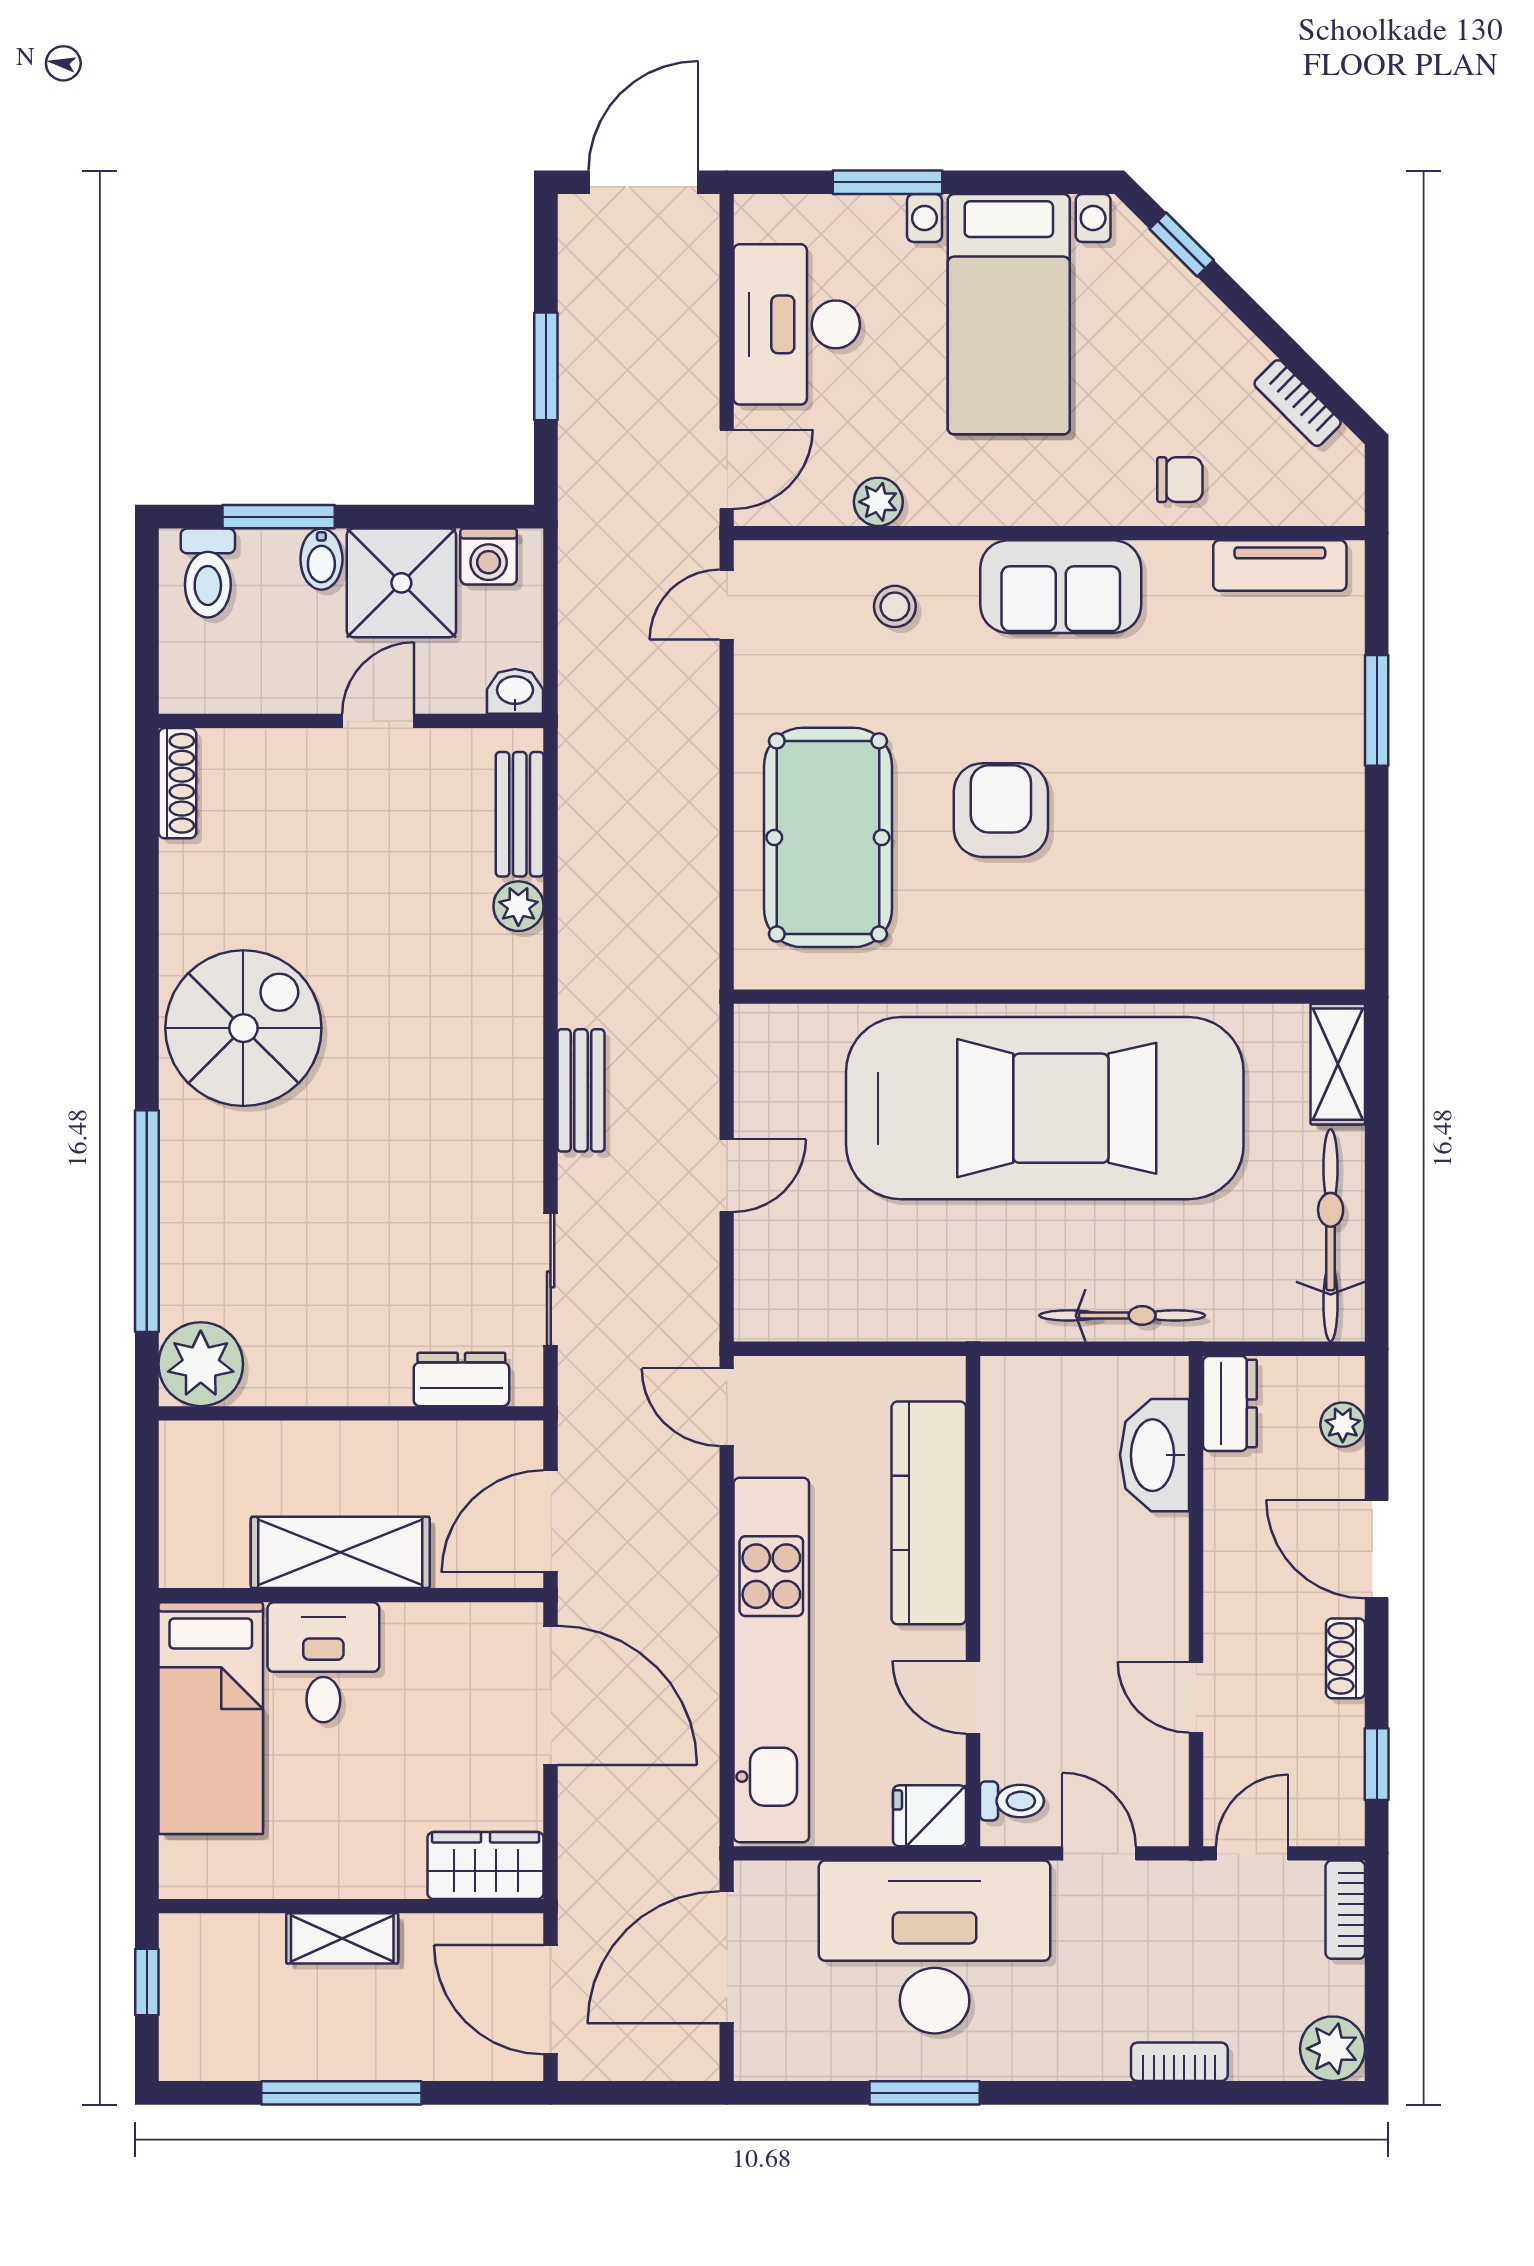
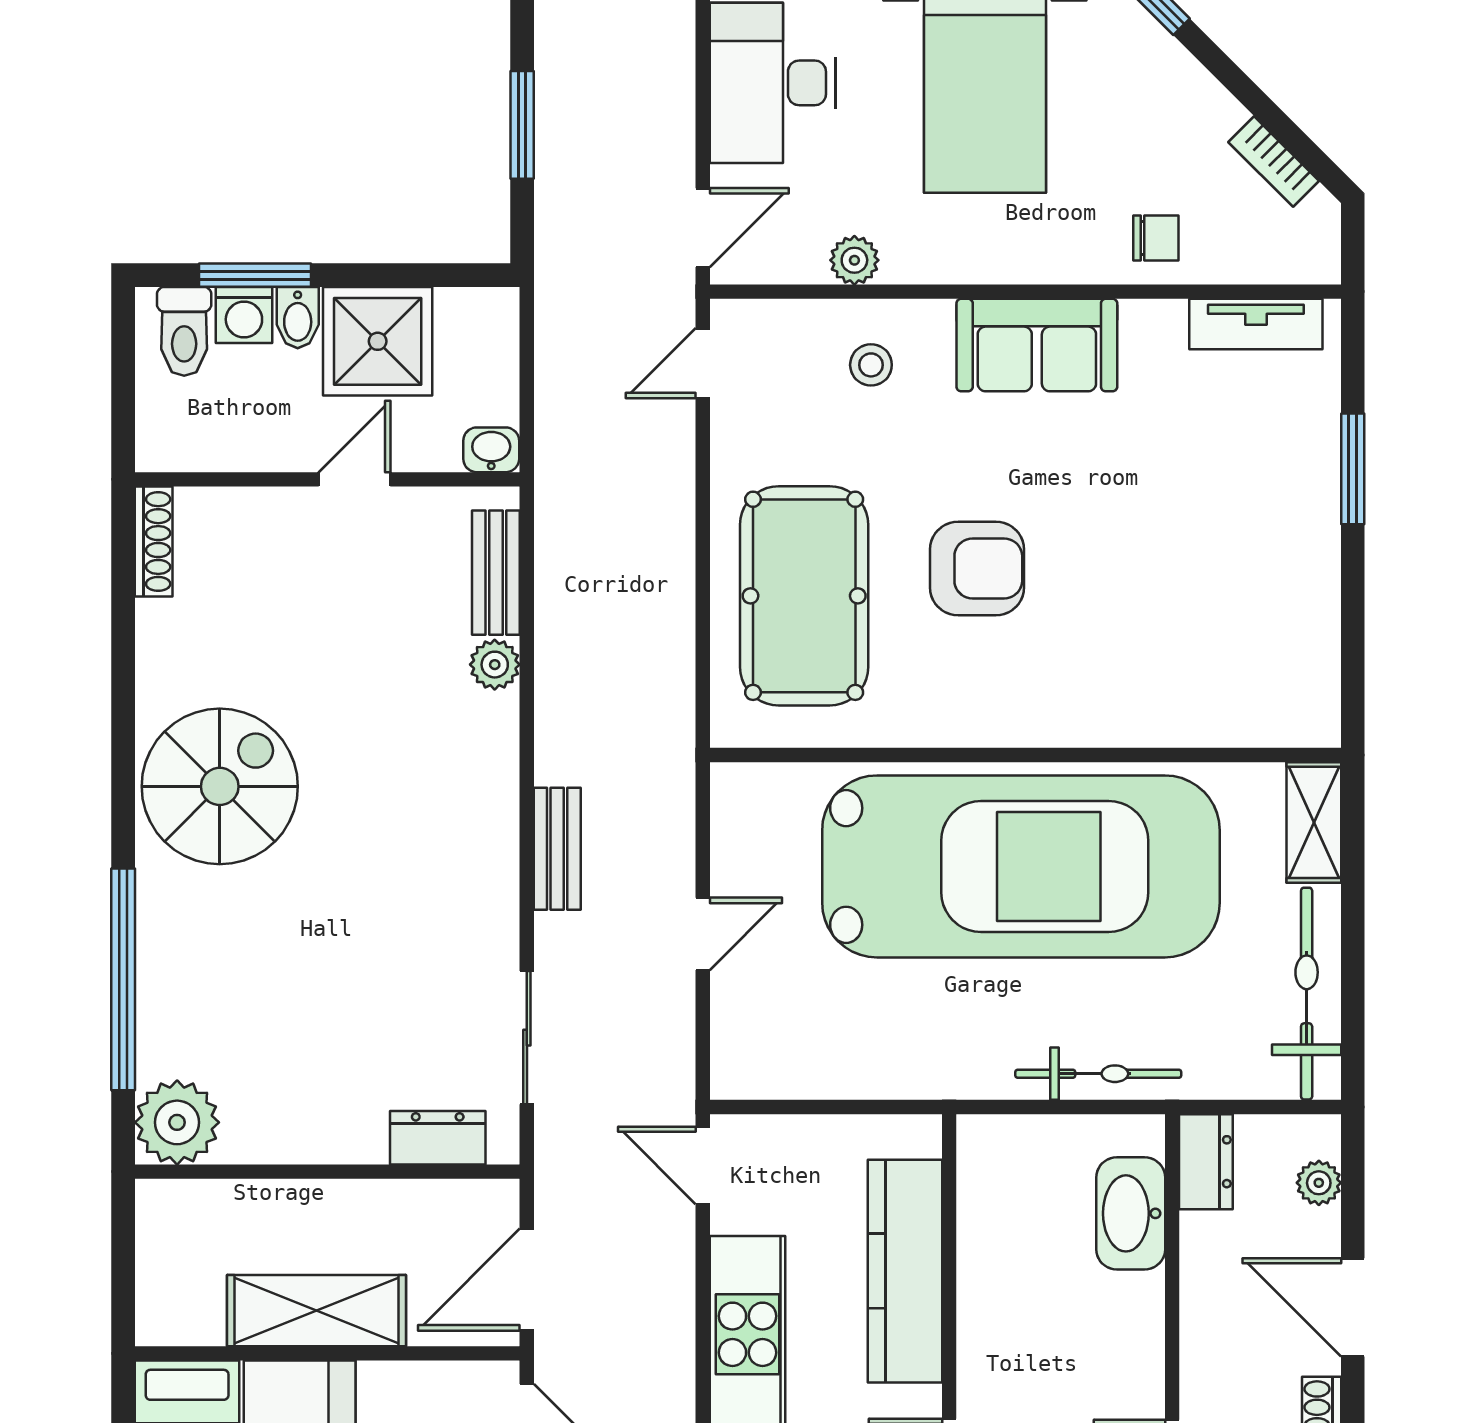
washing machine: (489, 557) -> (244, 315), moved
armchair: (1001, 810) -> (977, 568), turned 90

